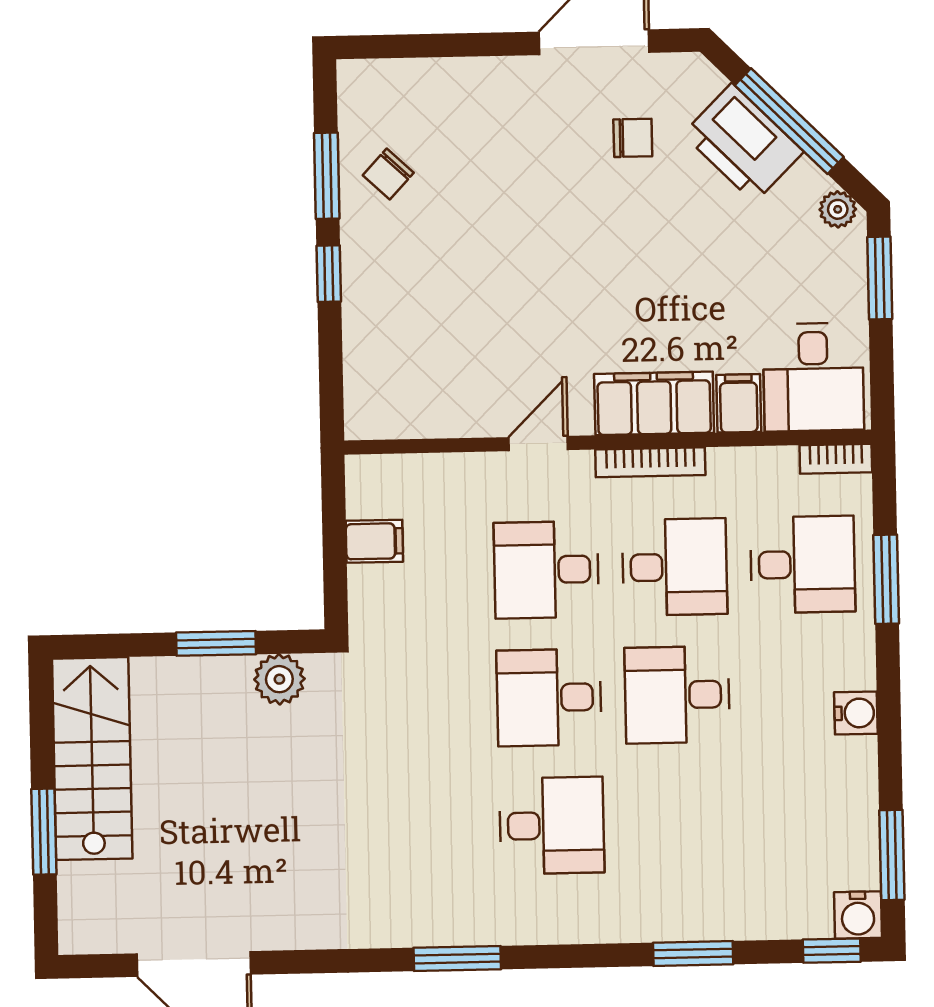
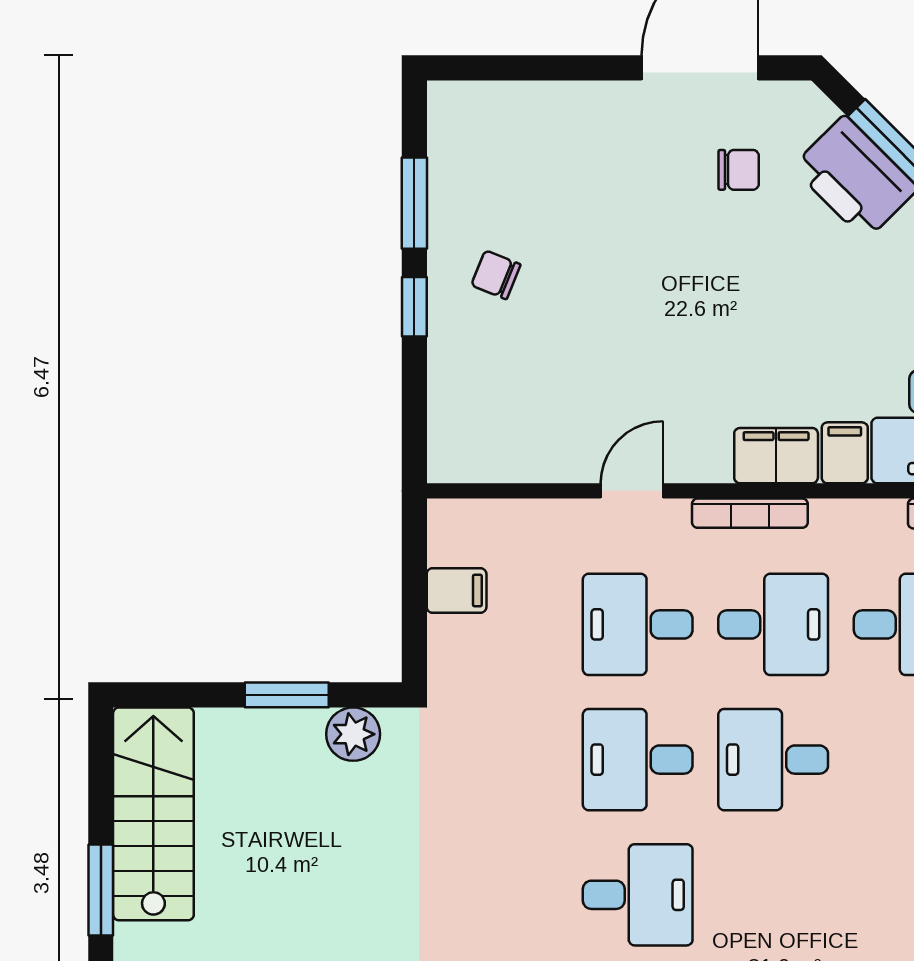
chair: (388, 174) -> (496, 275), moved, turned 69
filing cabinet: (654, 403) -> (776, 456), width x0.67, depth x0.86

